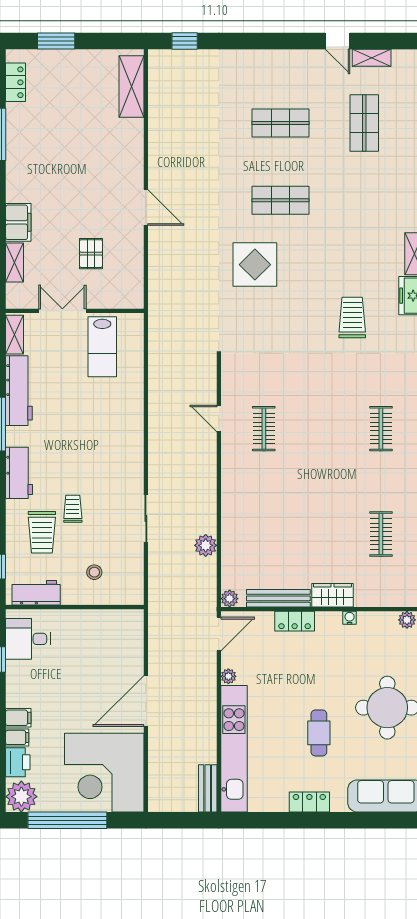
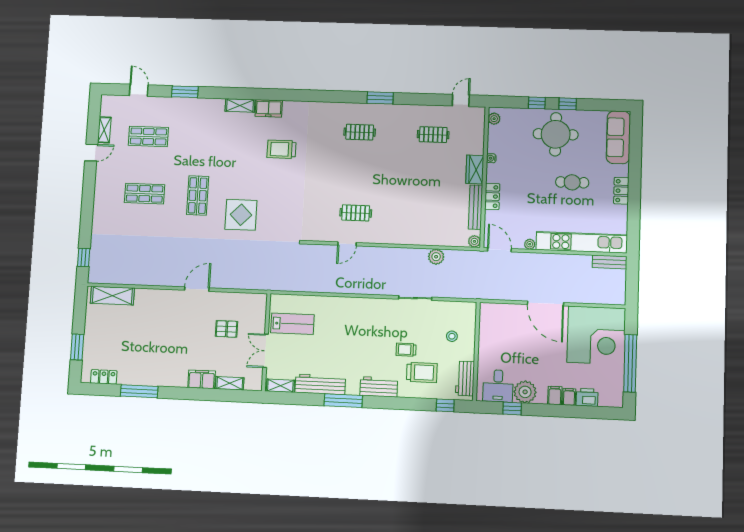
shop shelf: (280, 123) -> (145, 194), turned 90
plant: (21, 797) -> (525, 392), moved

